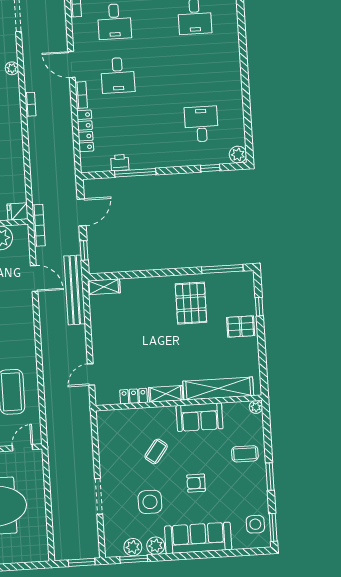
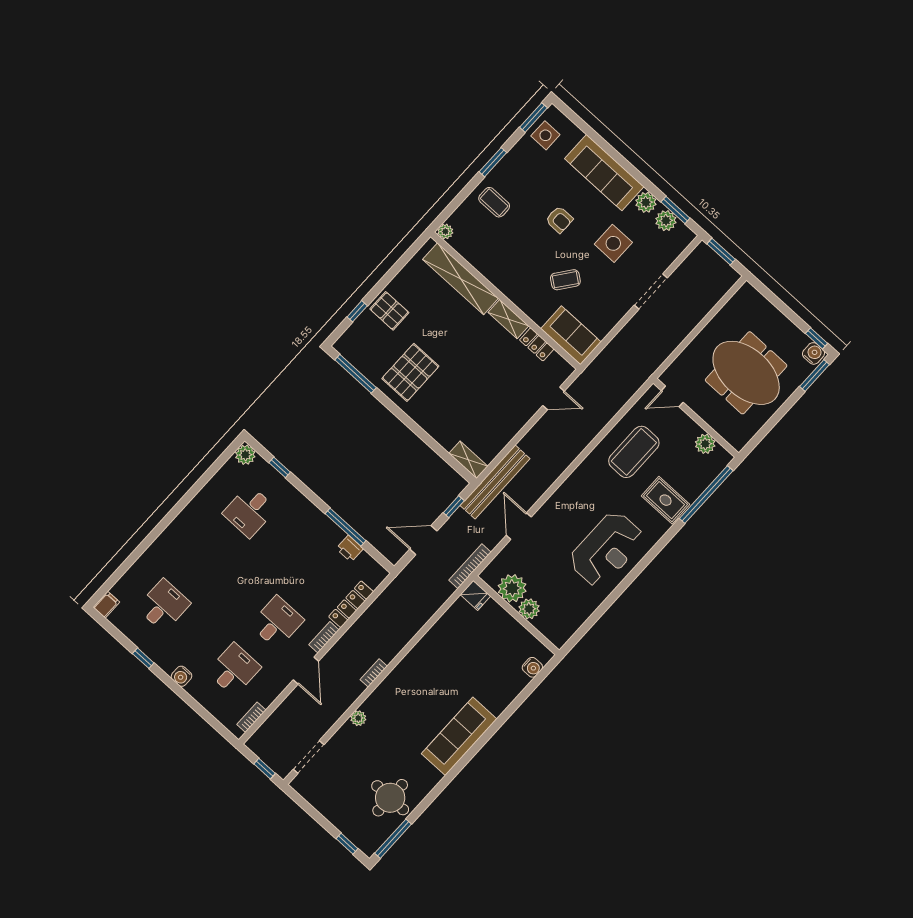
sofa: (200, 417) -> (571, 335), moved

